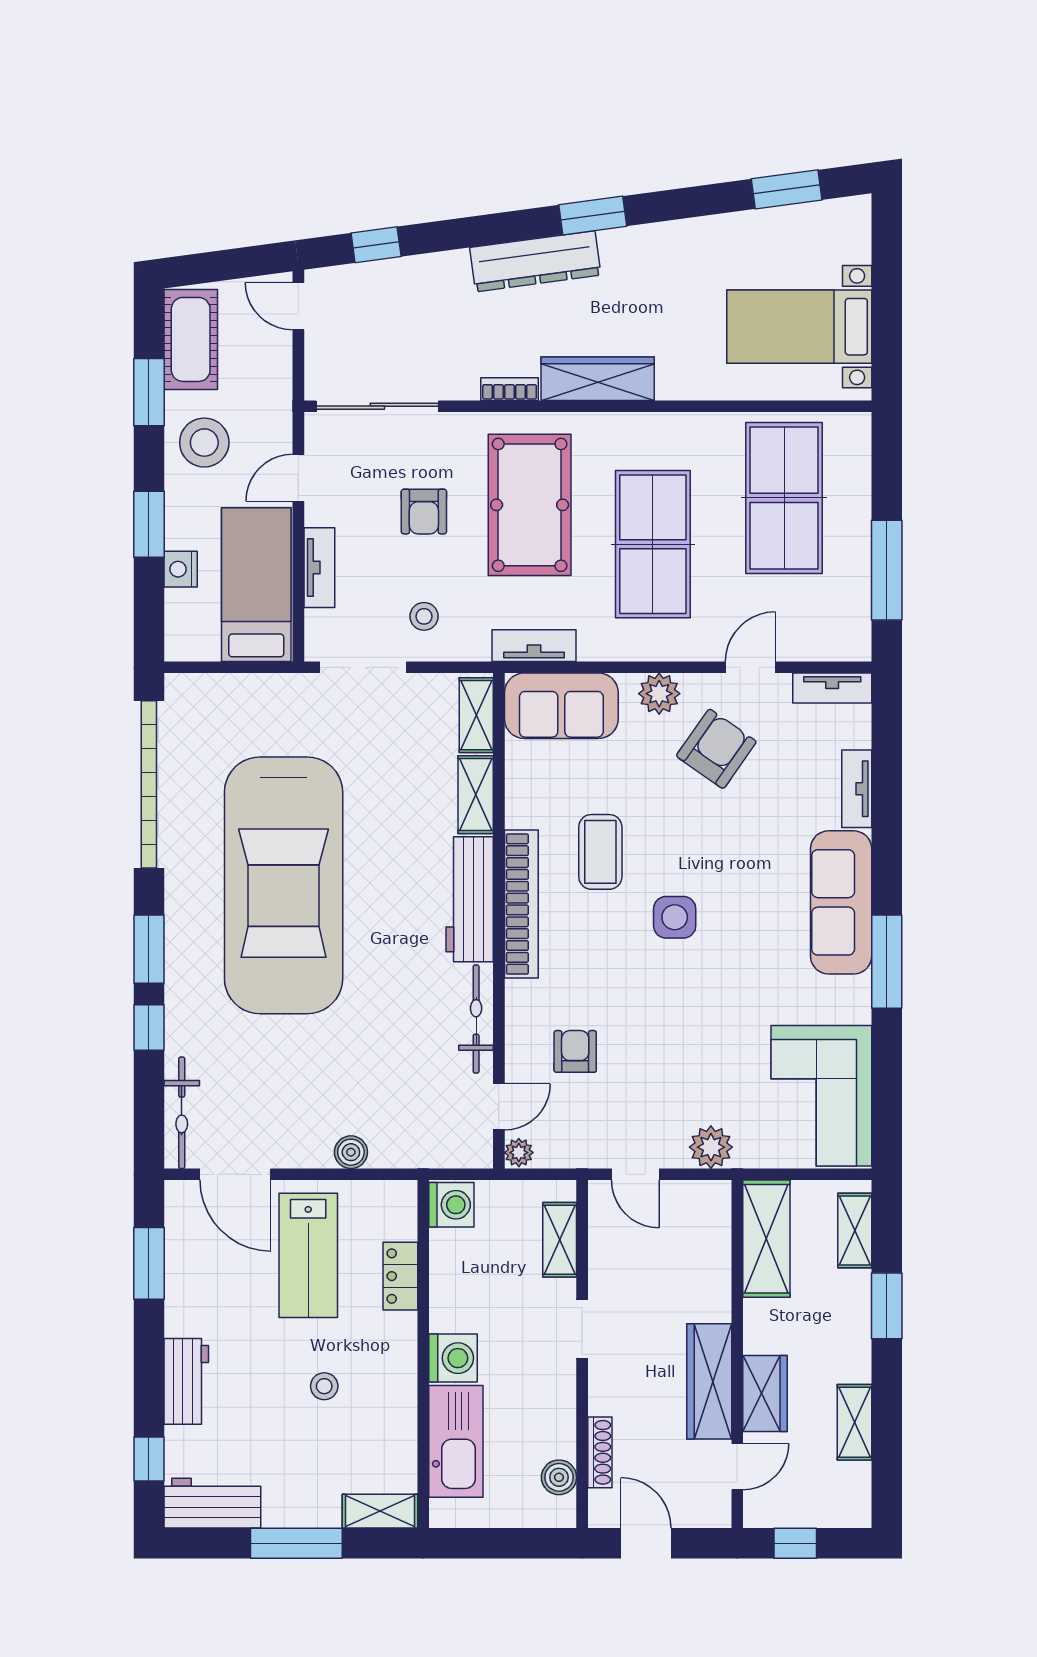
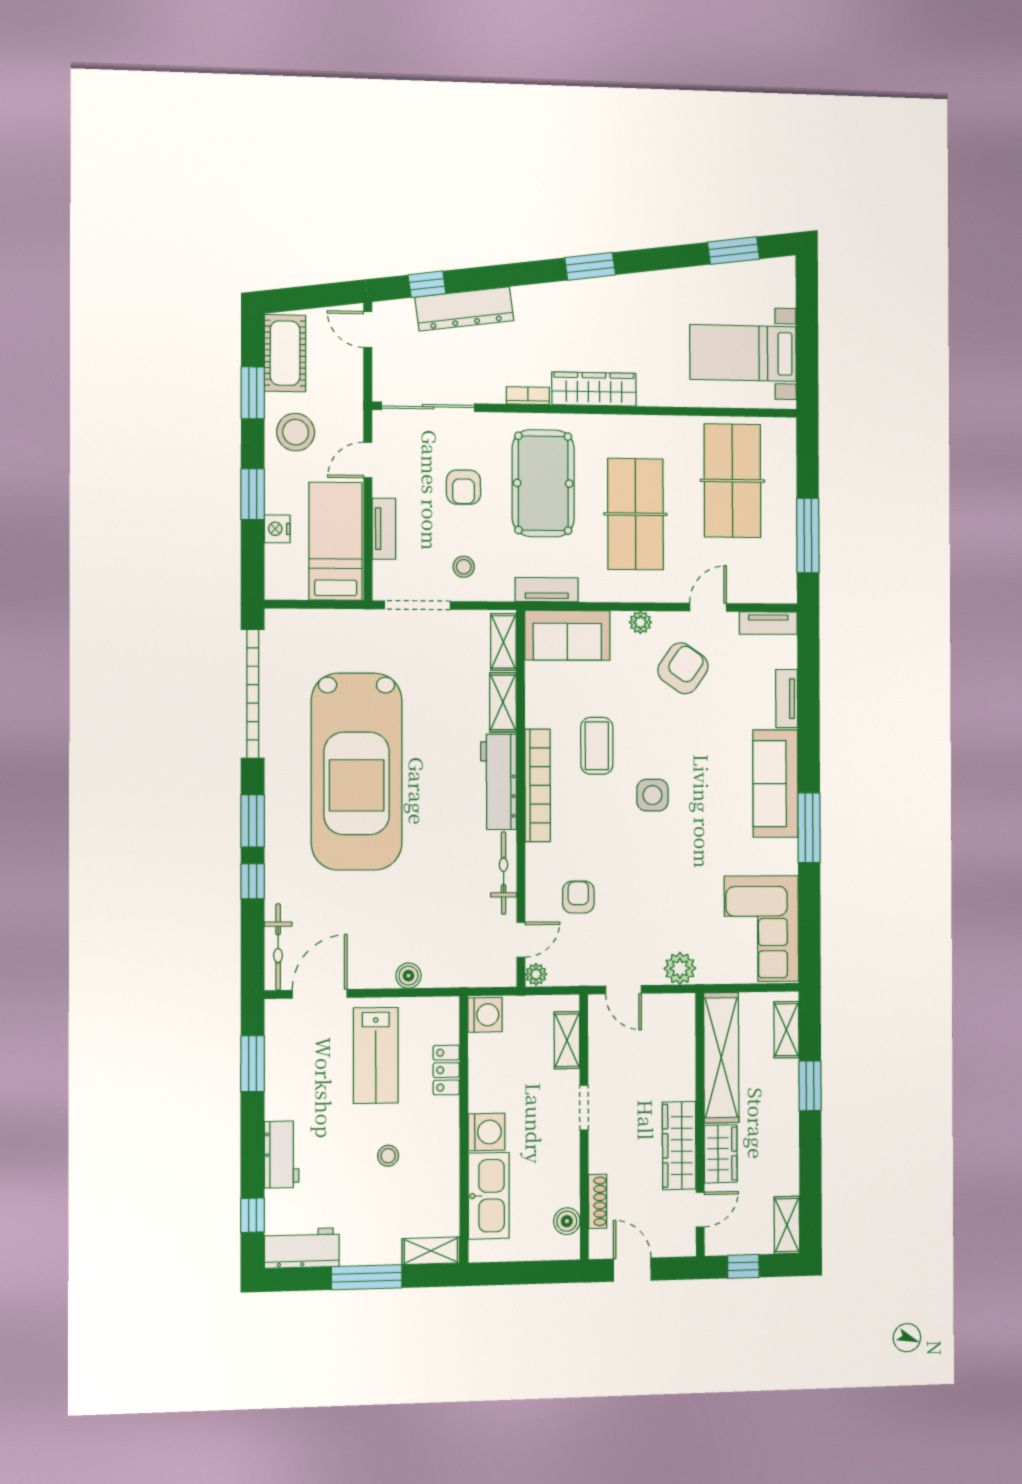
dresser: (535, 261) -> (464, 309), moved
plant: (659, 694) -> (640, 622), width x0.73, depth x0.73
door: (235, 1174) -> (320, 994), swing flipped
shelving: (766, 1239) -> (721, 1058), width x1.47
shelving: (854, 1422) -> (787, 1225), moved

